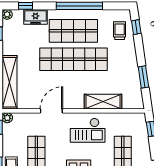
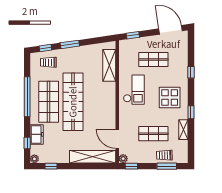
window: (143, 77) -> (70, 44), moved
shelving: (103, 102) -> (109, 65), moved
door: (51, 111) -> (117, 139), moved

